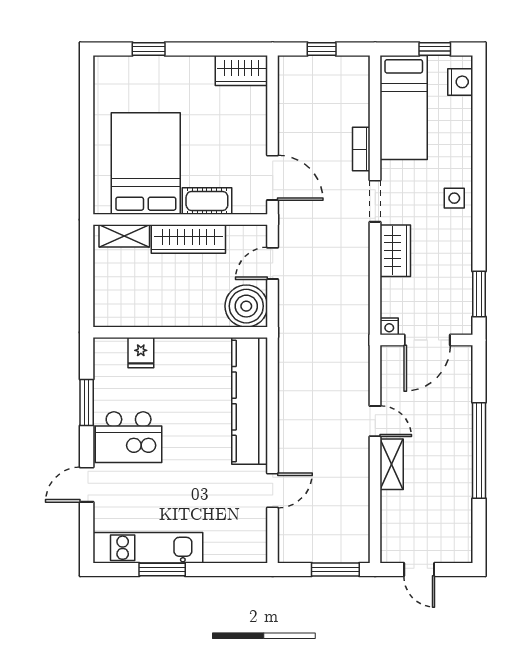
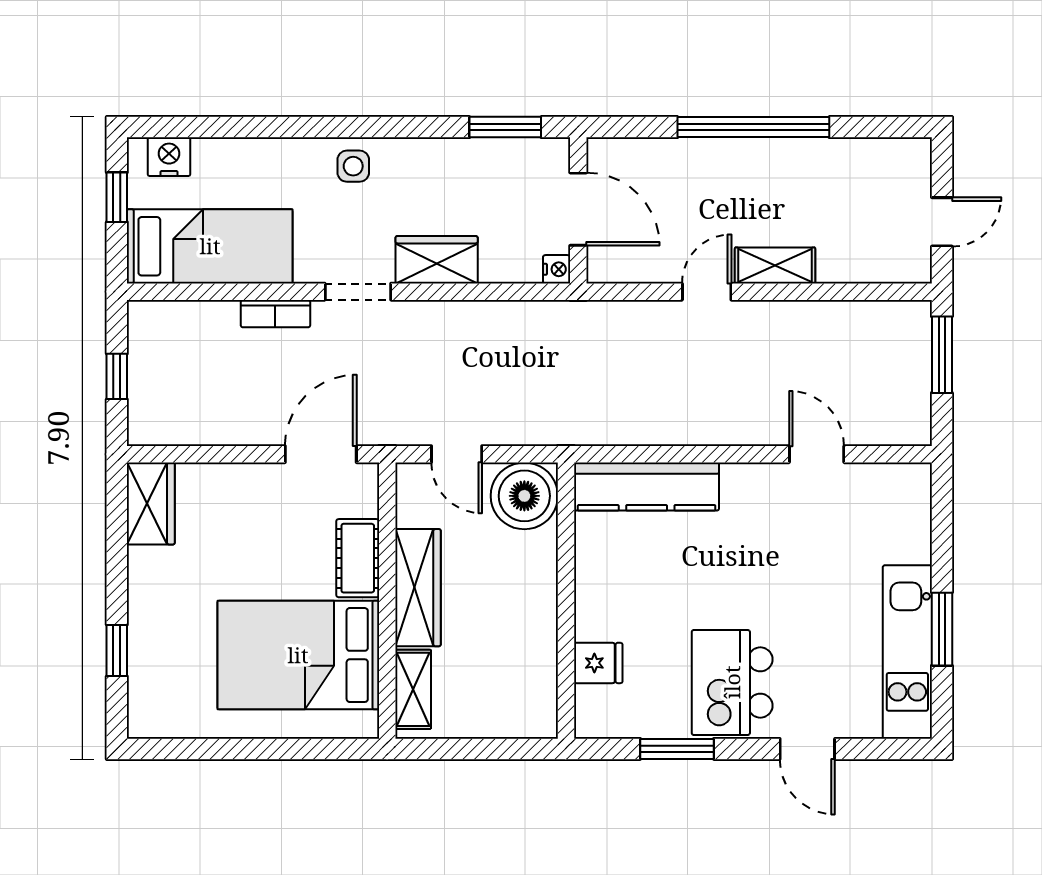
kitchen counter: (250, 401) -> (647, 487), width x0.72, depth x0.86
kitchen island: (129, 437) -> (732, 682), turned 180

